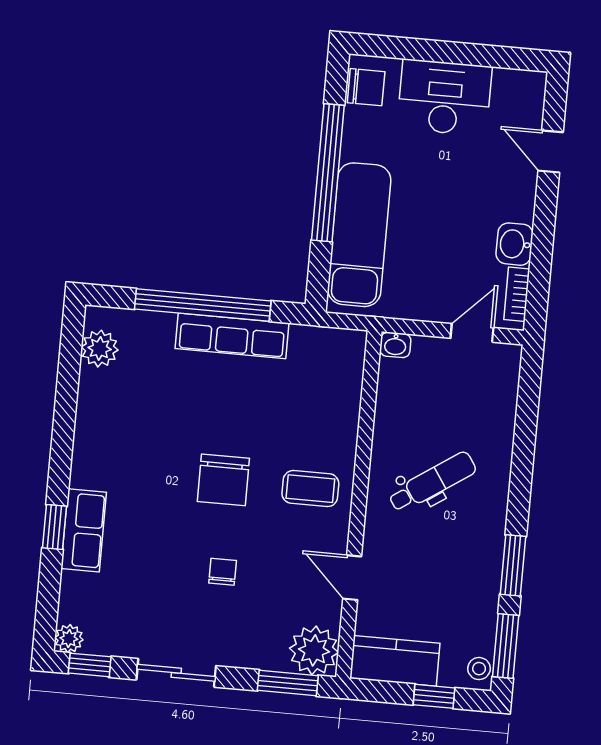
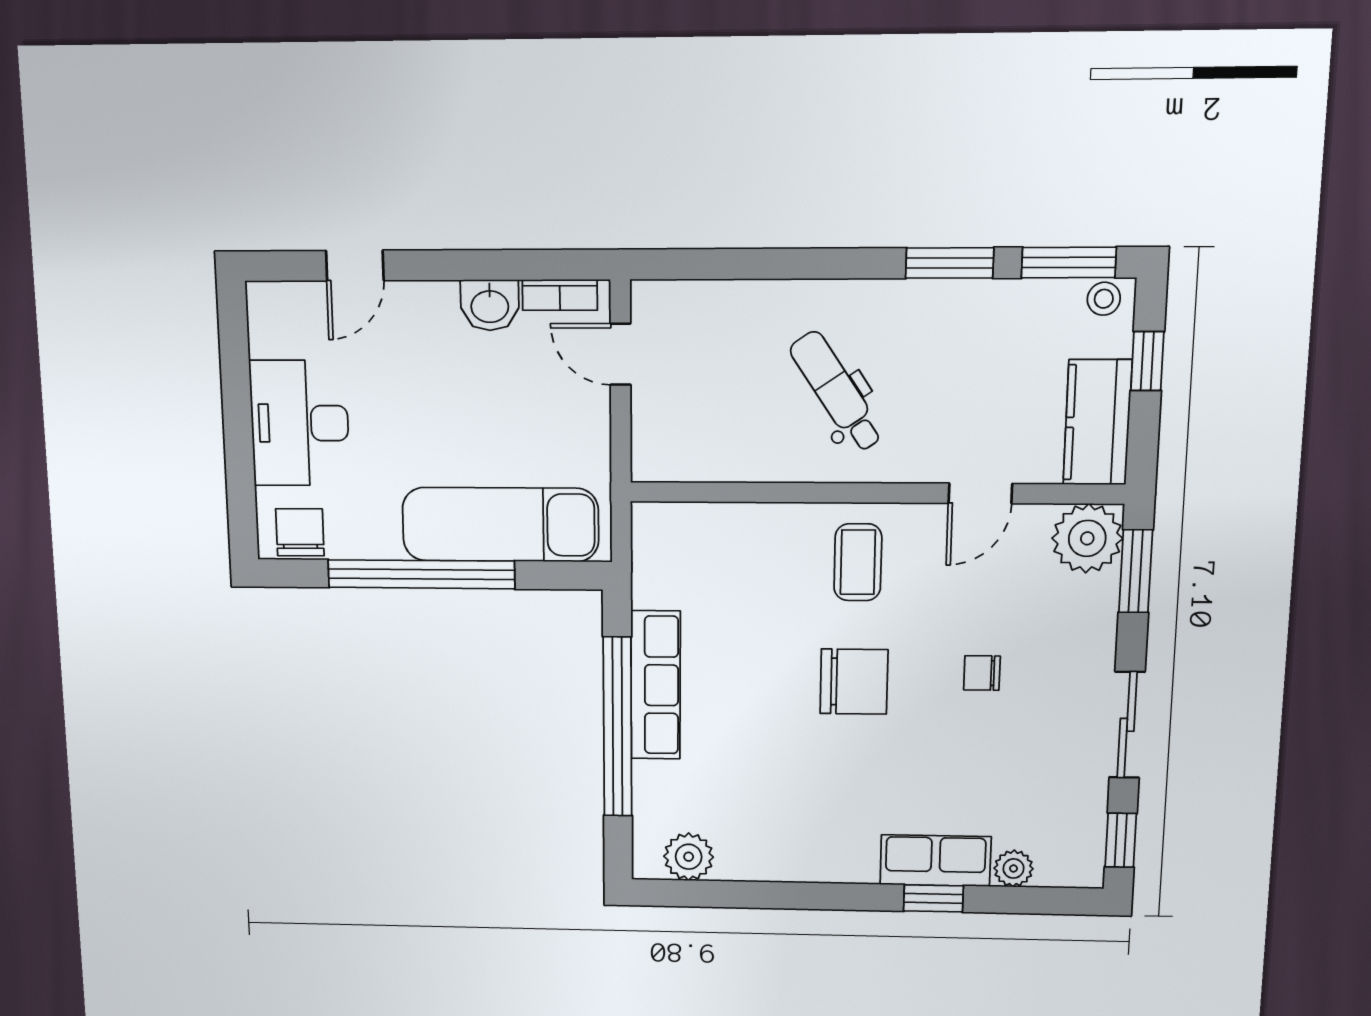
washbasin: (395, 345) -> (647, 461), removed
plant: (69, 639) -> (1013, 868), moved

